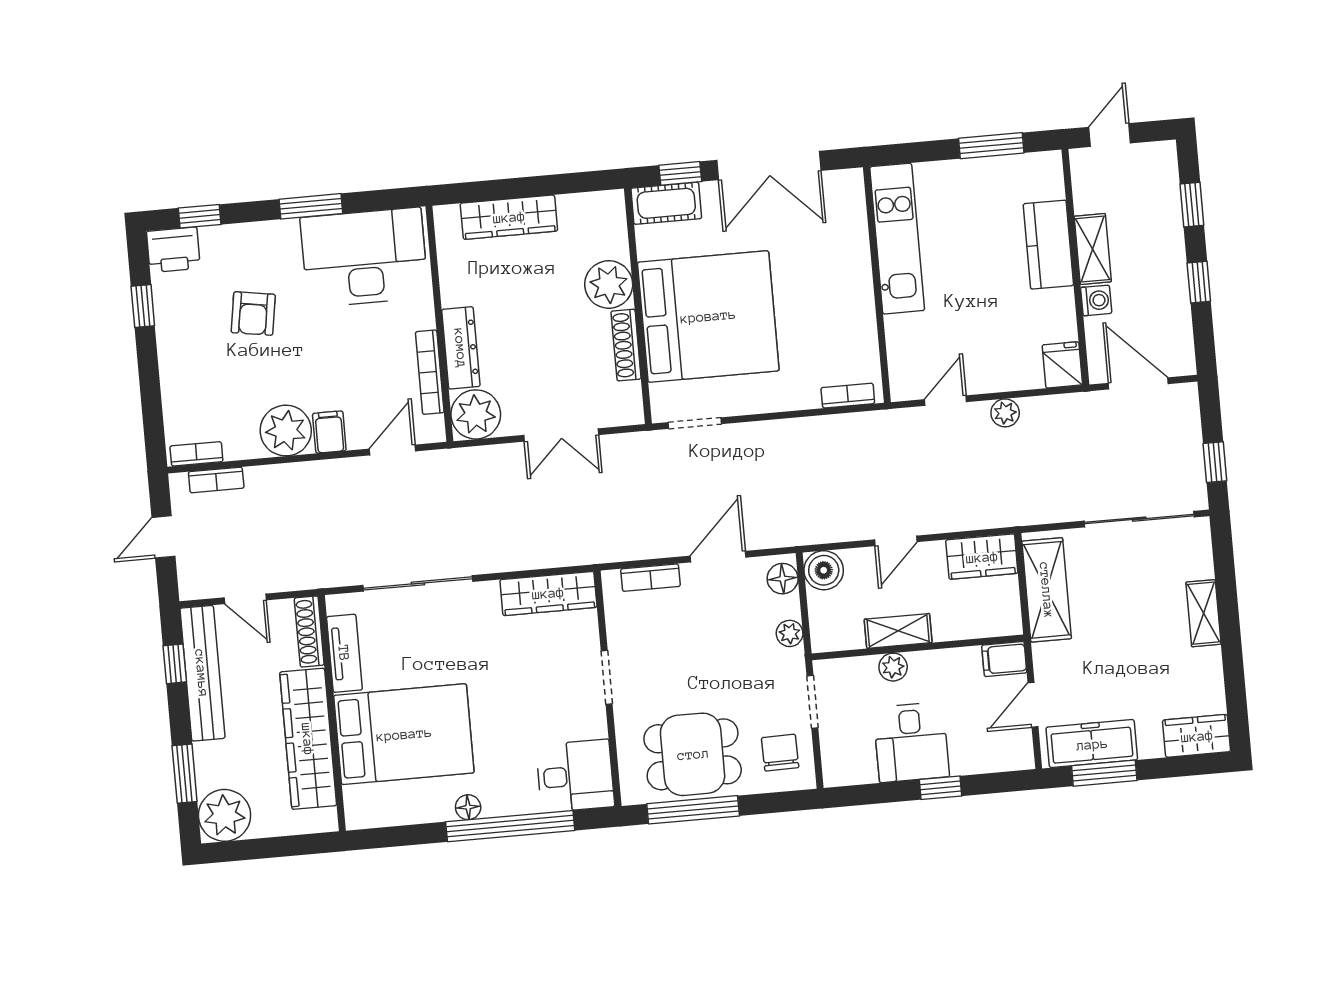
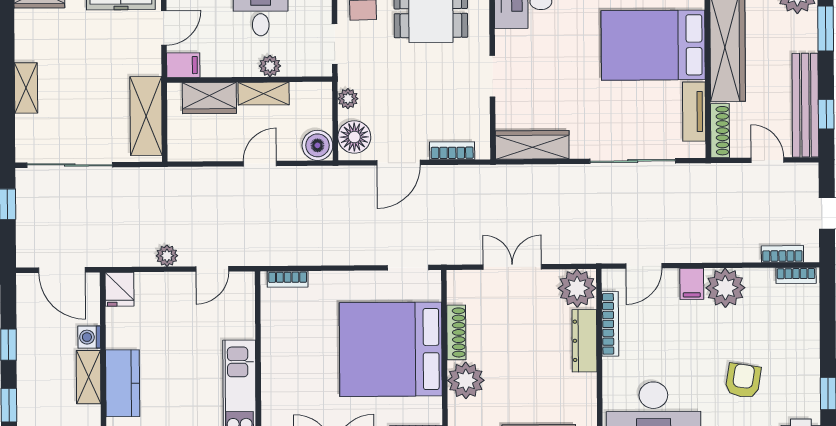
wardrobe: (982, 557) -> (209, 98), moved, turned 180
floor lamp: (783, 579) -> (354, 137), width x1.38, depth x1.38

